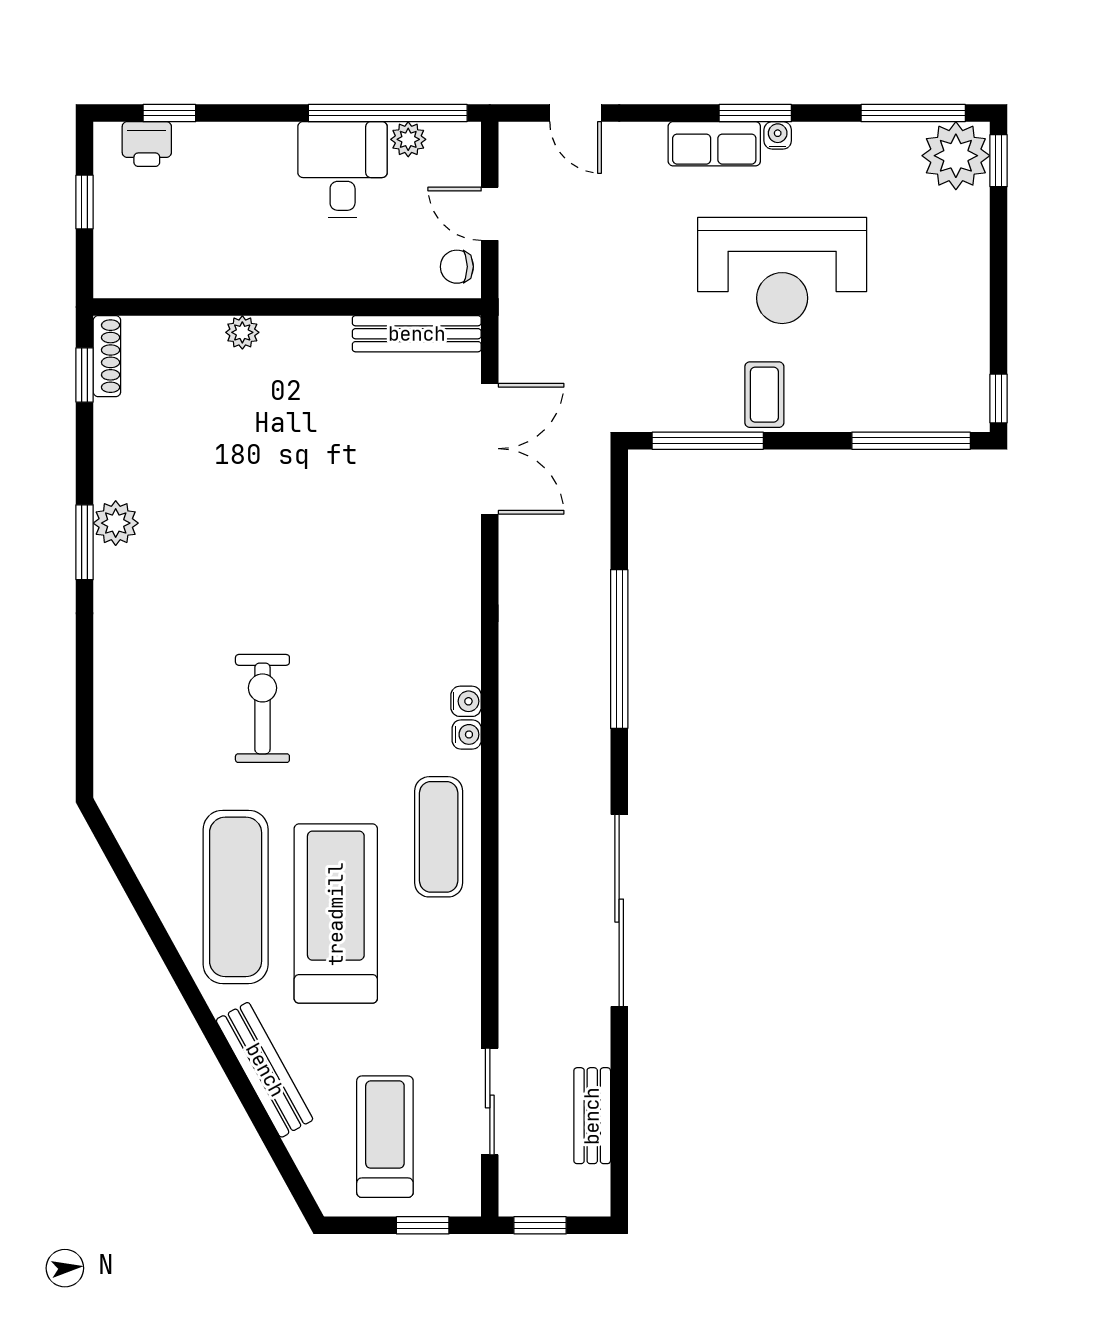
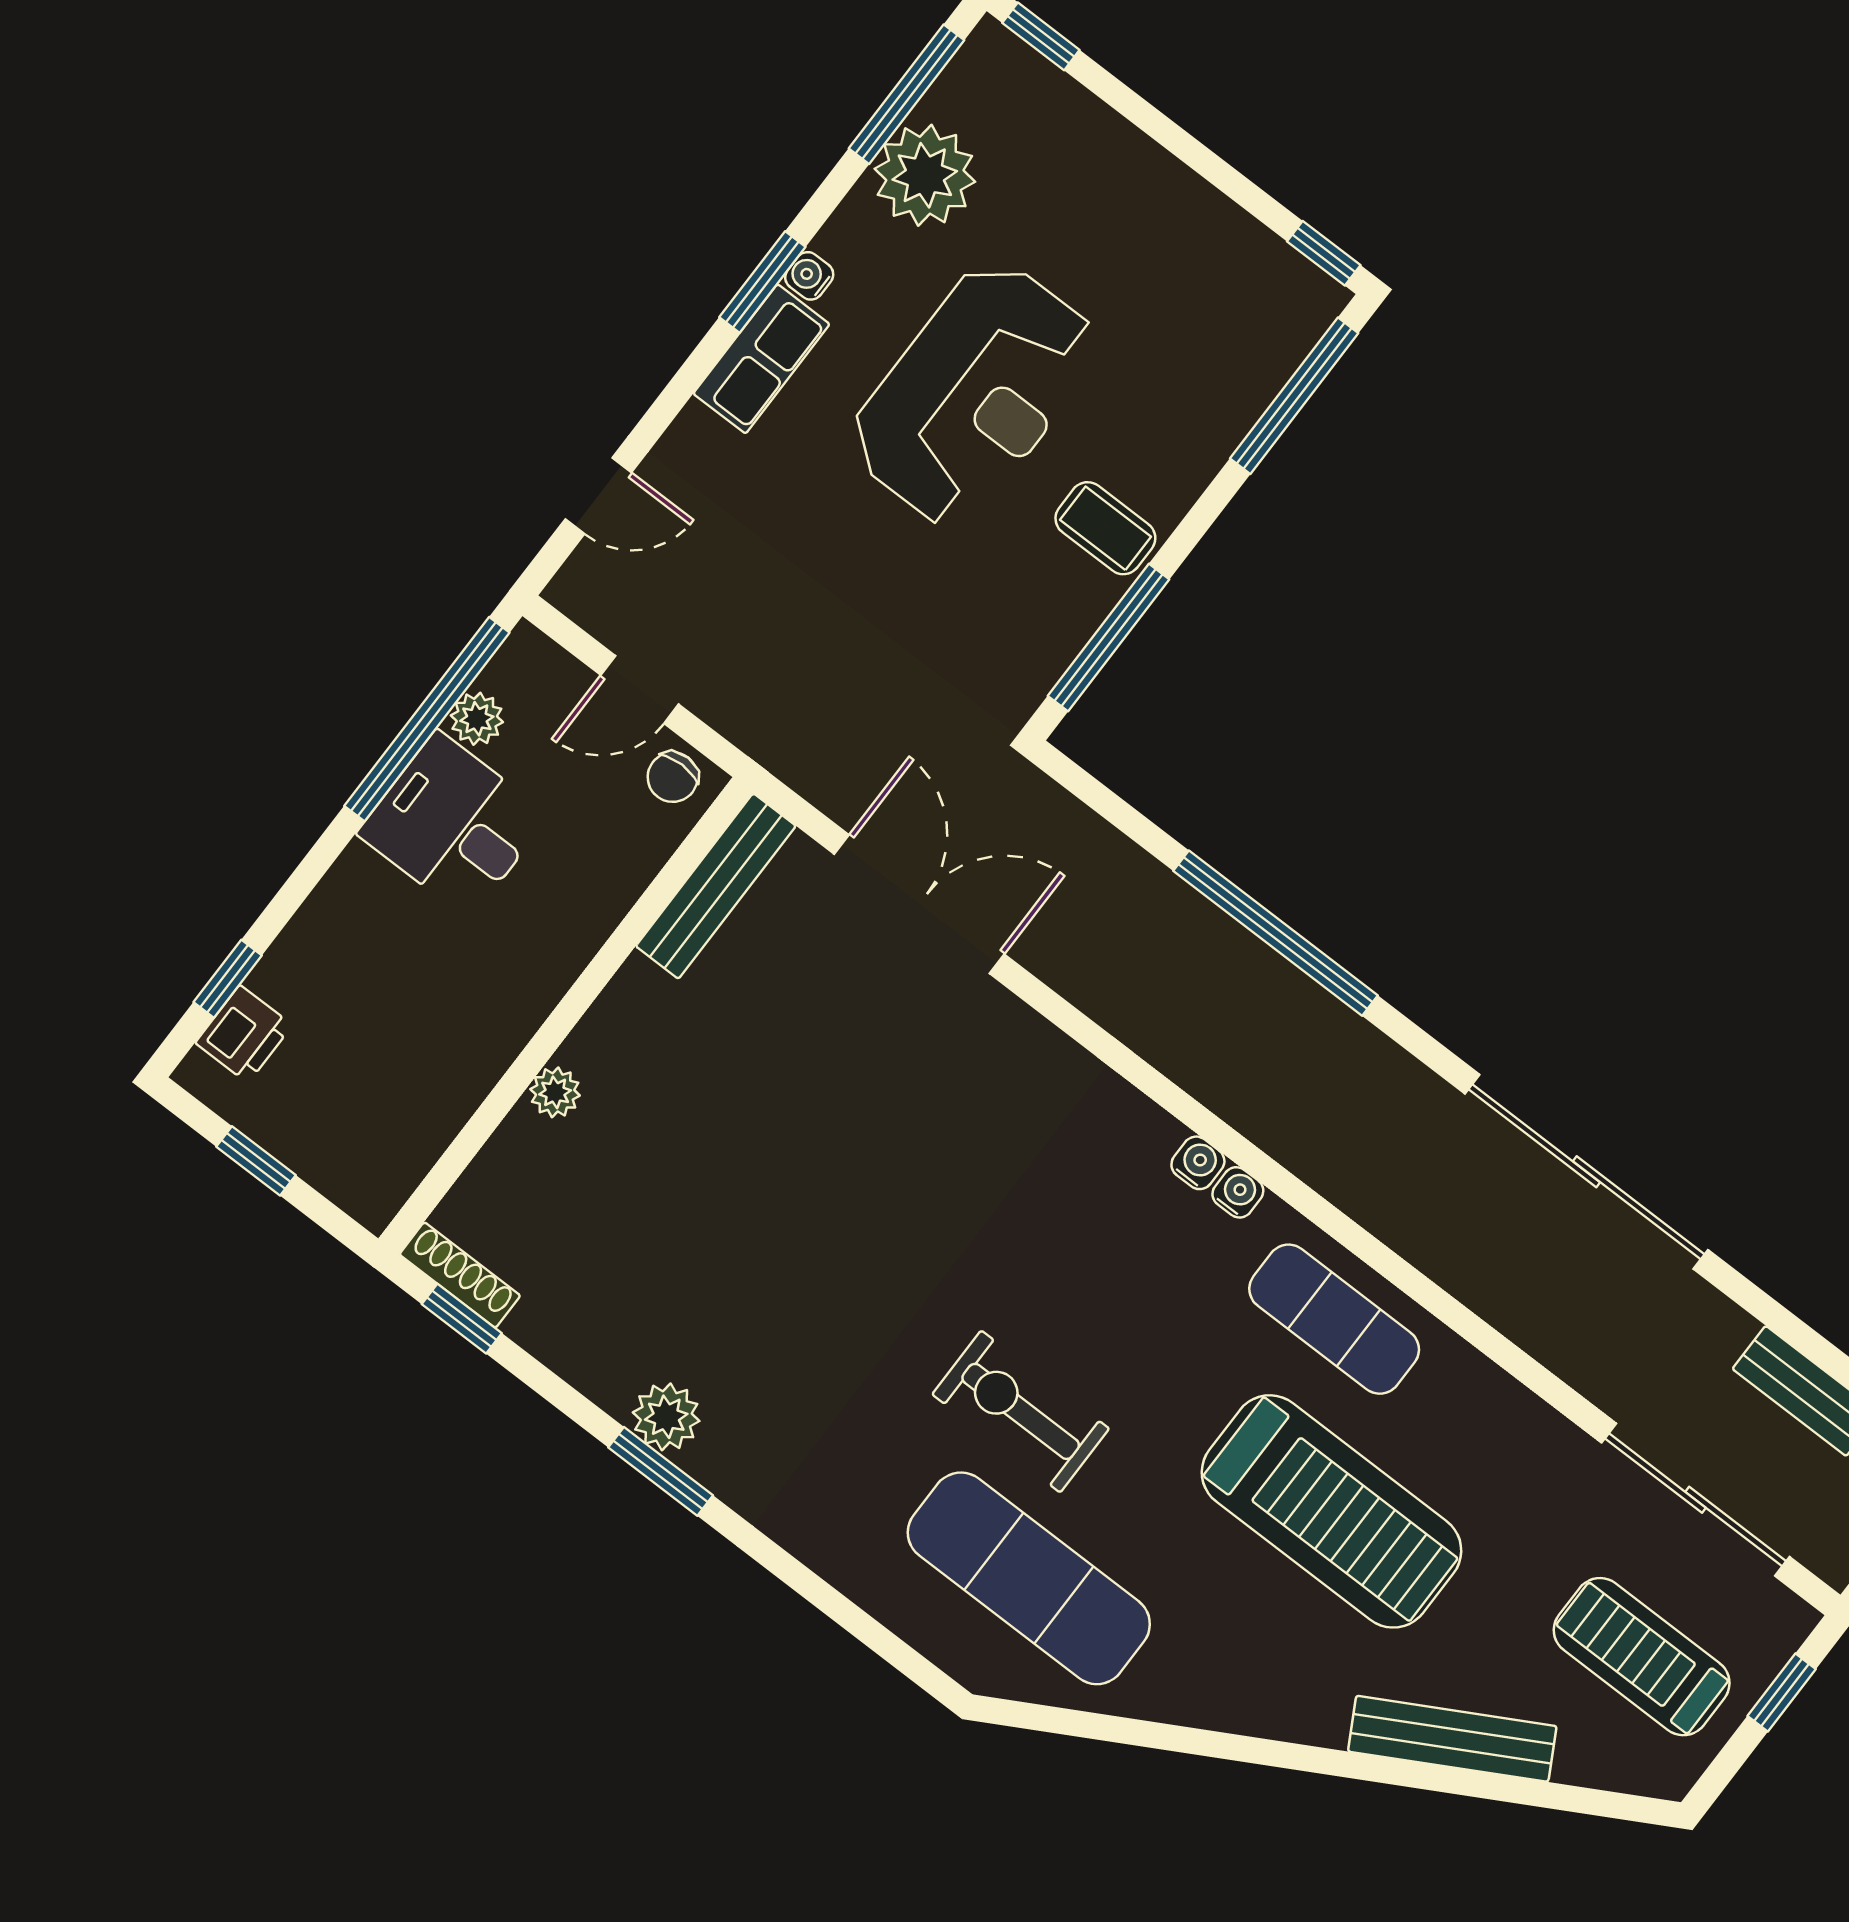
plant: (956, 156) -> (925, 175), moved
exercise mat: (236, 897) -> (1029, 1578), moved
treadmill: (336, 914) -> (1331, 1511), turned 180
sliding door: (490, 1102) -> (1696, 1500), width x1.37

